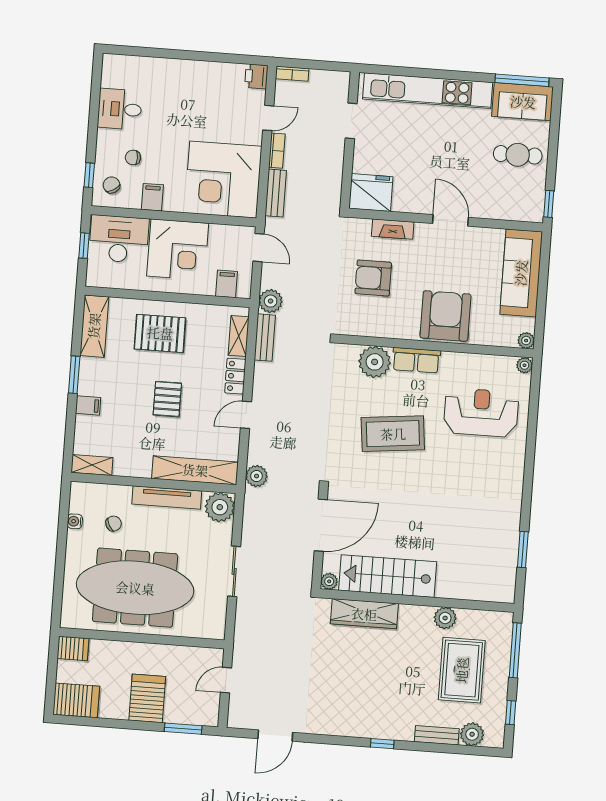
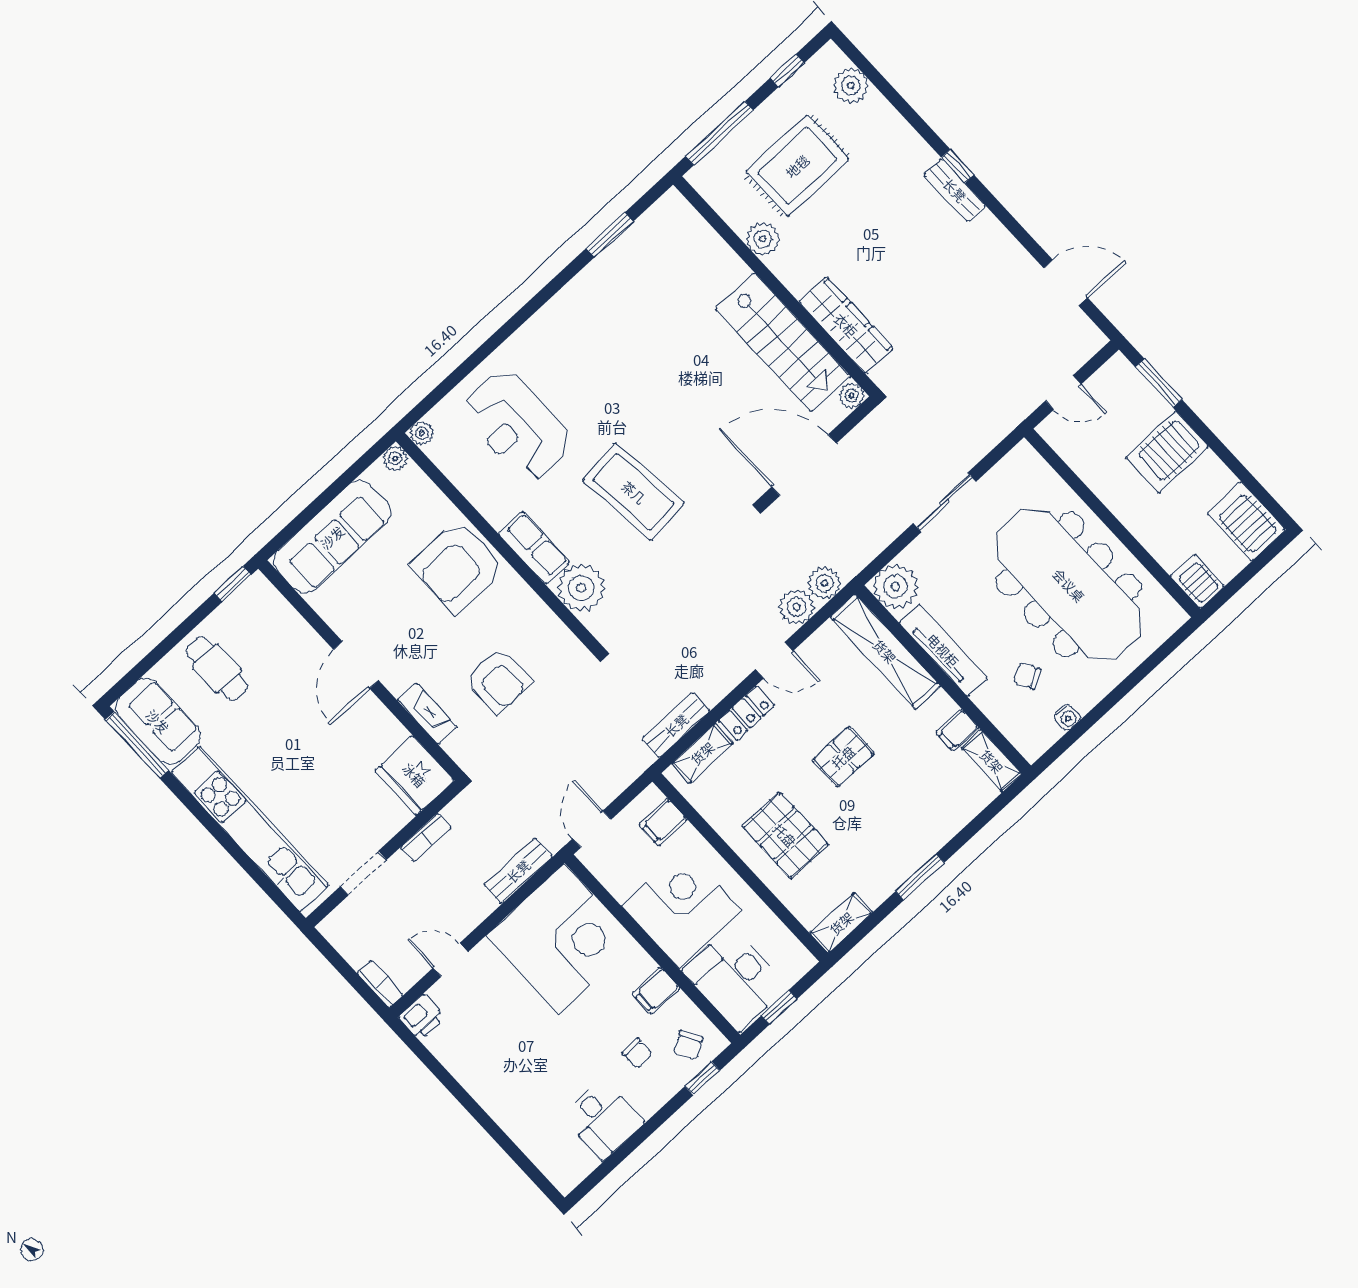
bookcase: (277, 151) -> (426, 838), moved, turned 180
plant: (271, 301) -> (797, 607), moved
shelving: (94, 326) -> (841, 923), width x0.67, depth x0.75
filing cabinet: (88, 405) -> (957, 730), moved, turned -90
bench: (437, 735) -> (955, 190), moved

